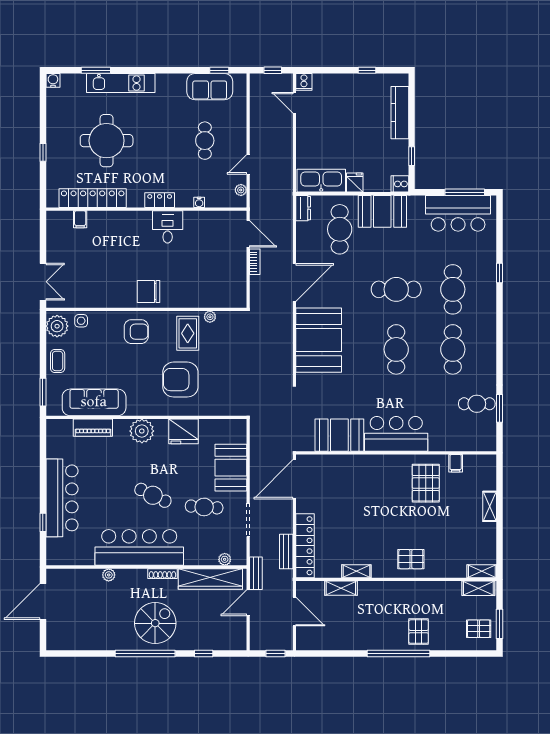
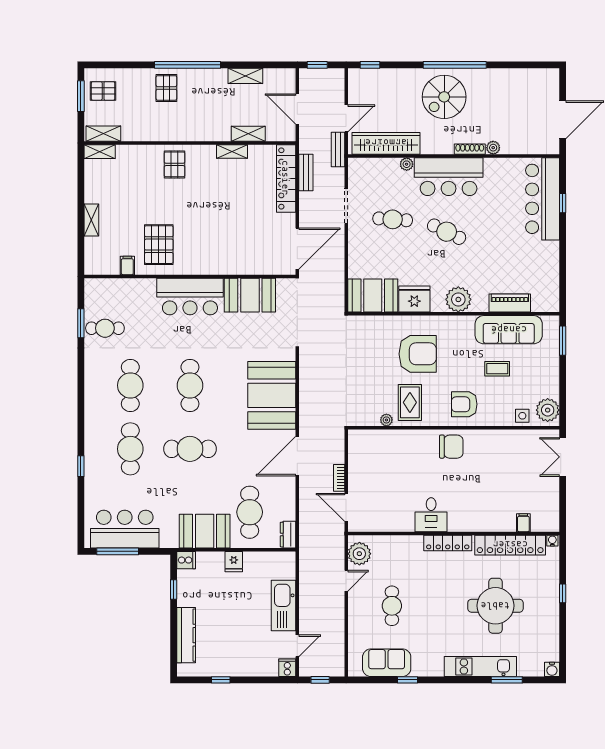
window: (219, 70) -> (408, 680), moved
door: (294, 103) -> (297, 646), hinge flipped
kitchen sink: (321, 181) -> (284, 606), moved, turned 90
plant: (241, 190) -> (359, 554), width x1.88, depth x1.88
locker: (160, 200) -> (448, 543), width x1.53
water cooler: (199, 202) -> (552, 541), moved
coffee table: (58, 361) -> (497, 369), moved, turned 90
booth: (231, 468) -> (373, 296), moved, turned 90
bar counter: (62, 498) -> (542, 199), moved
bar counter: (139, 547) -> (449, 177), width x0.73
plant: (225, 559) -> (407, 164), moved
pallet: (411, 559) -> (175, 164), turned 90
shoe rack: (162, 574) -> (470, 149), moved
shelving: (344, 643) -> (245, 76), added
window: (204, 653) -> (370, 65), moved

